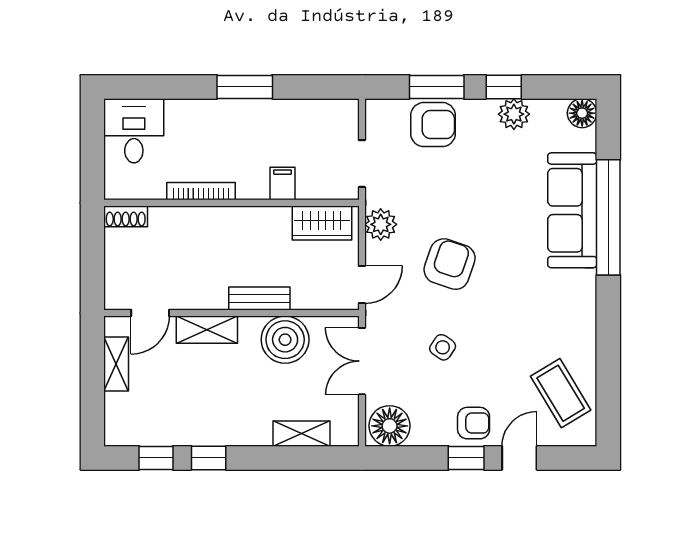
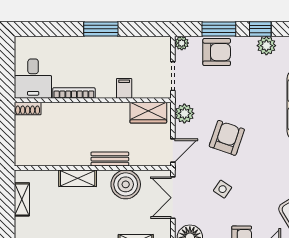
plant: (376, 110) -> (182, 43), added
desk: (134, 131) -> (33, 79), moved, turned 180
door: (150, 313) -> (43, 168), removed

